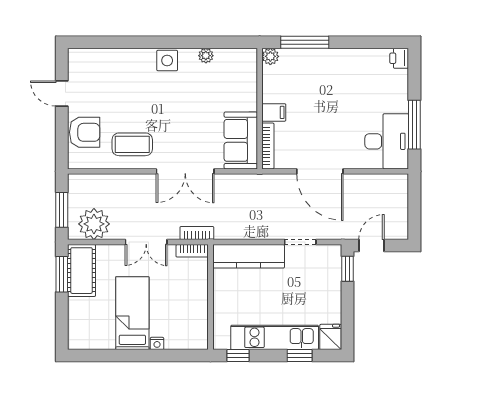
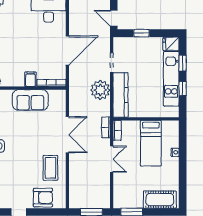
armchair: (85, 132) -> (43, 198), turned 90
sofa: (241, 140) -> (30, 100), moved
plant: (94, 224) -> (100, 90), moved
window: (348, 269) -> (141, 33), moved
cot: (82, 271) -> (160, 200), moved
bed: (132, 313) -> (151, 143), moved, turned -90
window: (238, 356) -> (183, 88), moved

